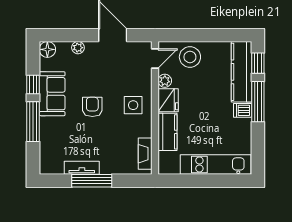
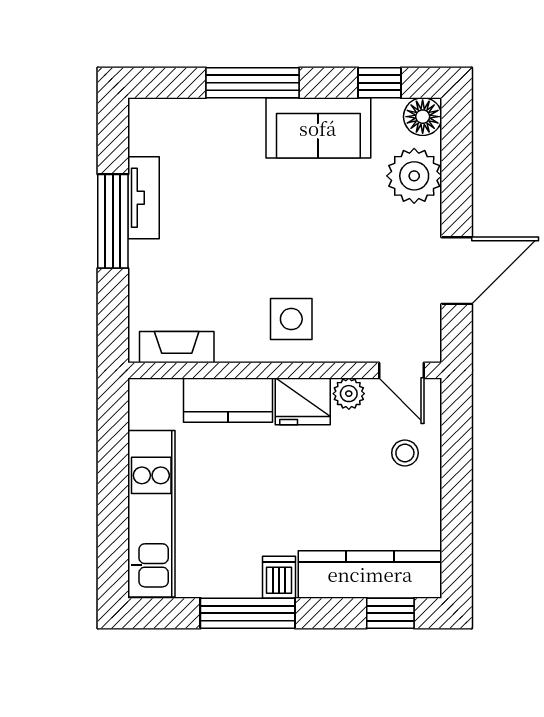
plant: (78, 48) -> (414, 176), width x1.87, depth x1.87
stool: (190, 57) -> (405, 453), width x0.53, depth x0.53
window: (33, 85) -> (379, 83), moved
window: (258, 102) -> (248, 613), moved
armchair: (92, 107) -> (287, 223), removed

